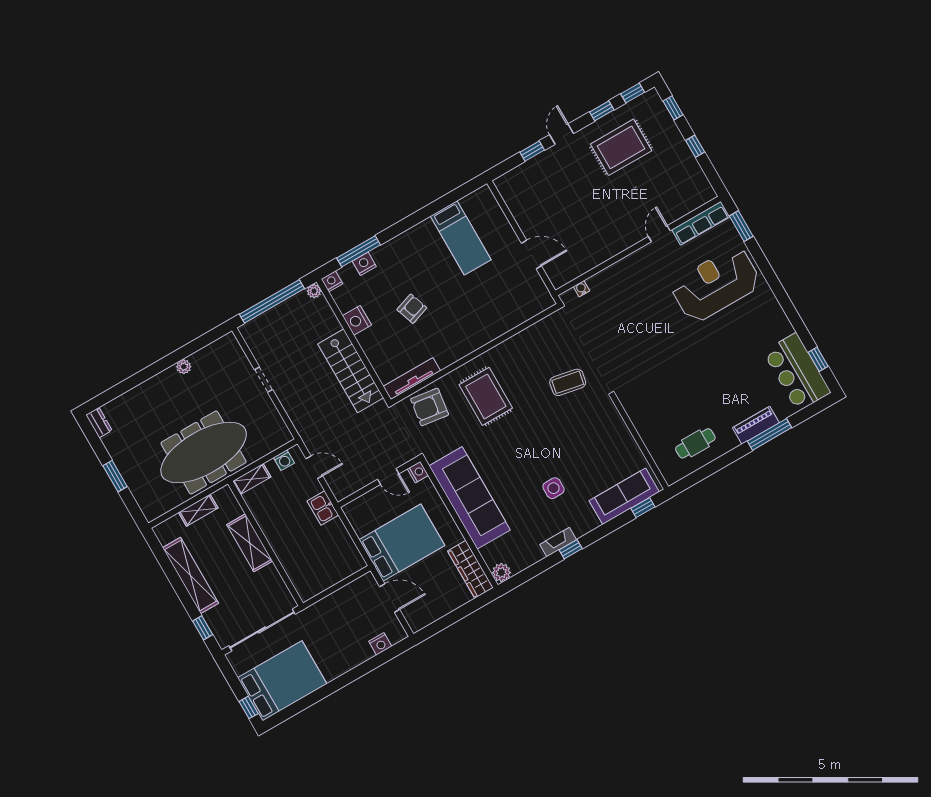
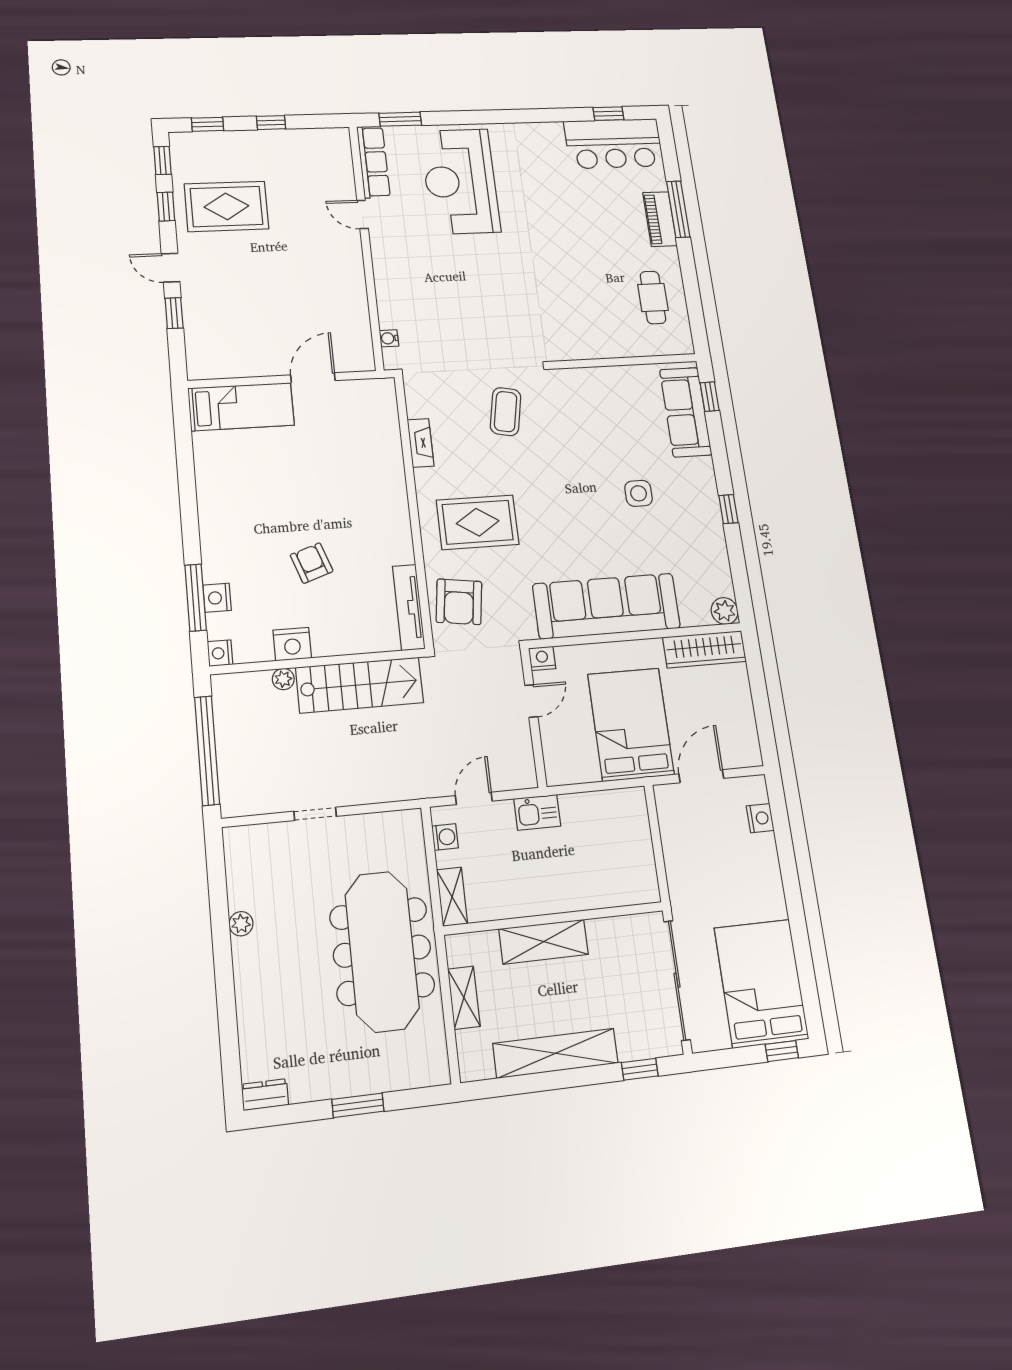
rug: (621, 147) -> (226, 206), turned 90
bed: (461, 238) -> (241, 407), moved
plant: (314, 291) -> (283, 679), moved
fireplace: (558, 542) -> (421, 443), moved, turned 180

